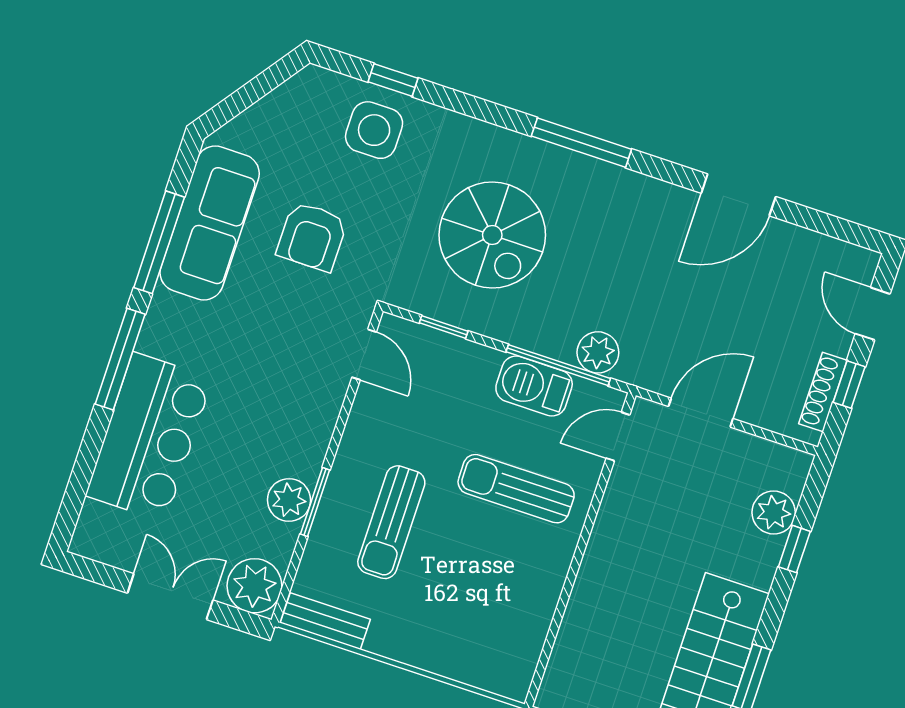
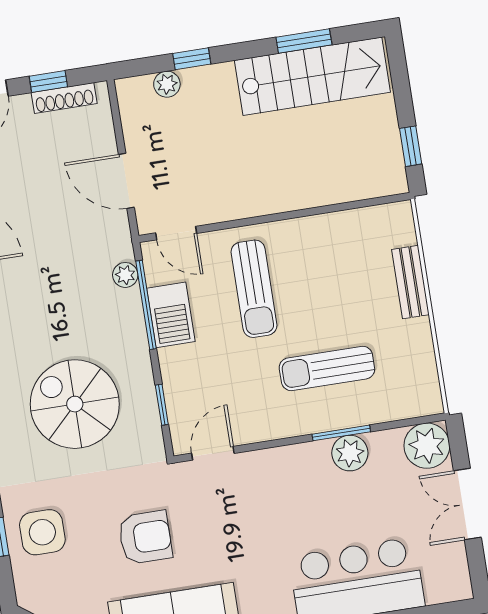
spiral stairs: (492, 235) -> (75, 404), turned -90
plant: (598, 352) -> (125, 275), width x0.73, depth x0.73
plant: (774, 513) -> (167, 84), width x0.73, depth x0.73
sun lounger: (391, 522) -> (327, 368), turned 180
bench: (325, 621) -> (410, 282), moved

